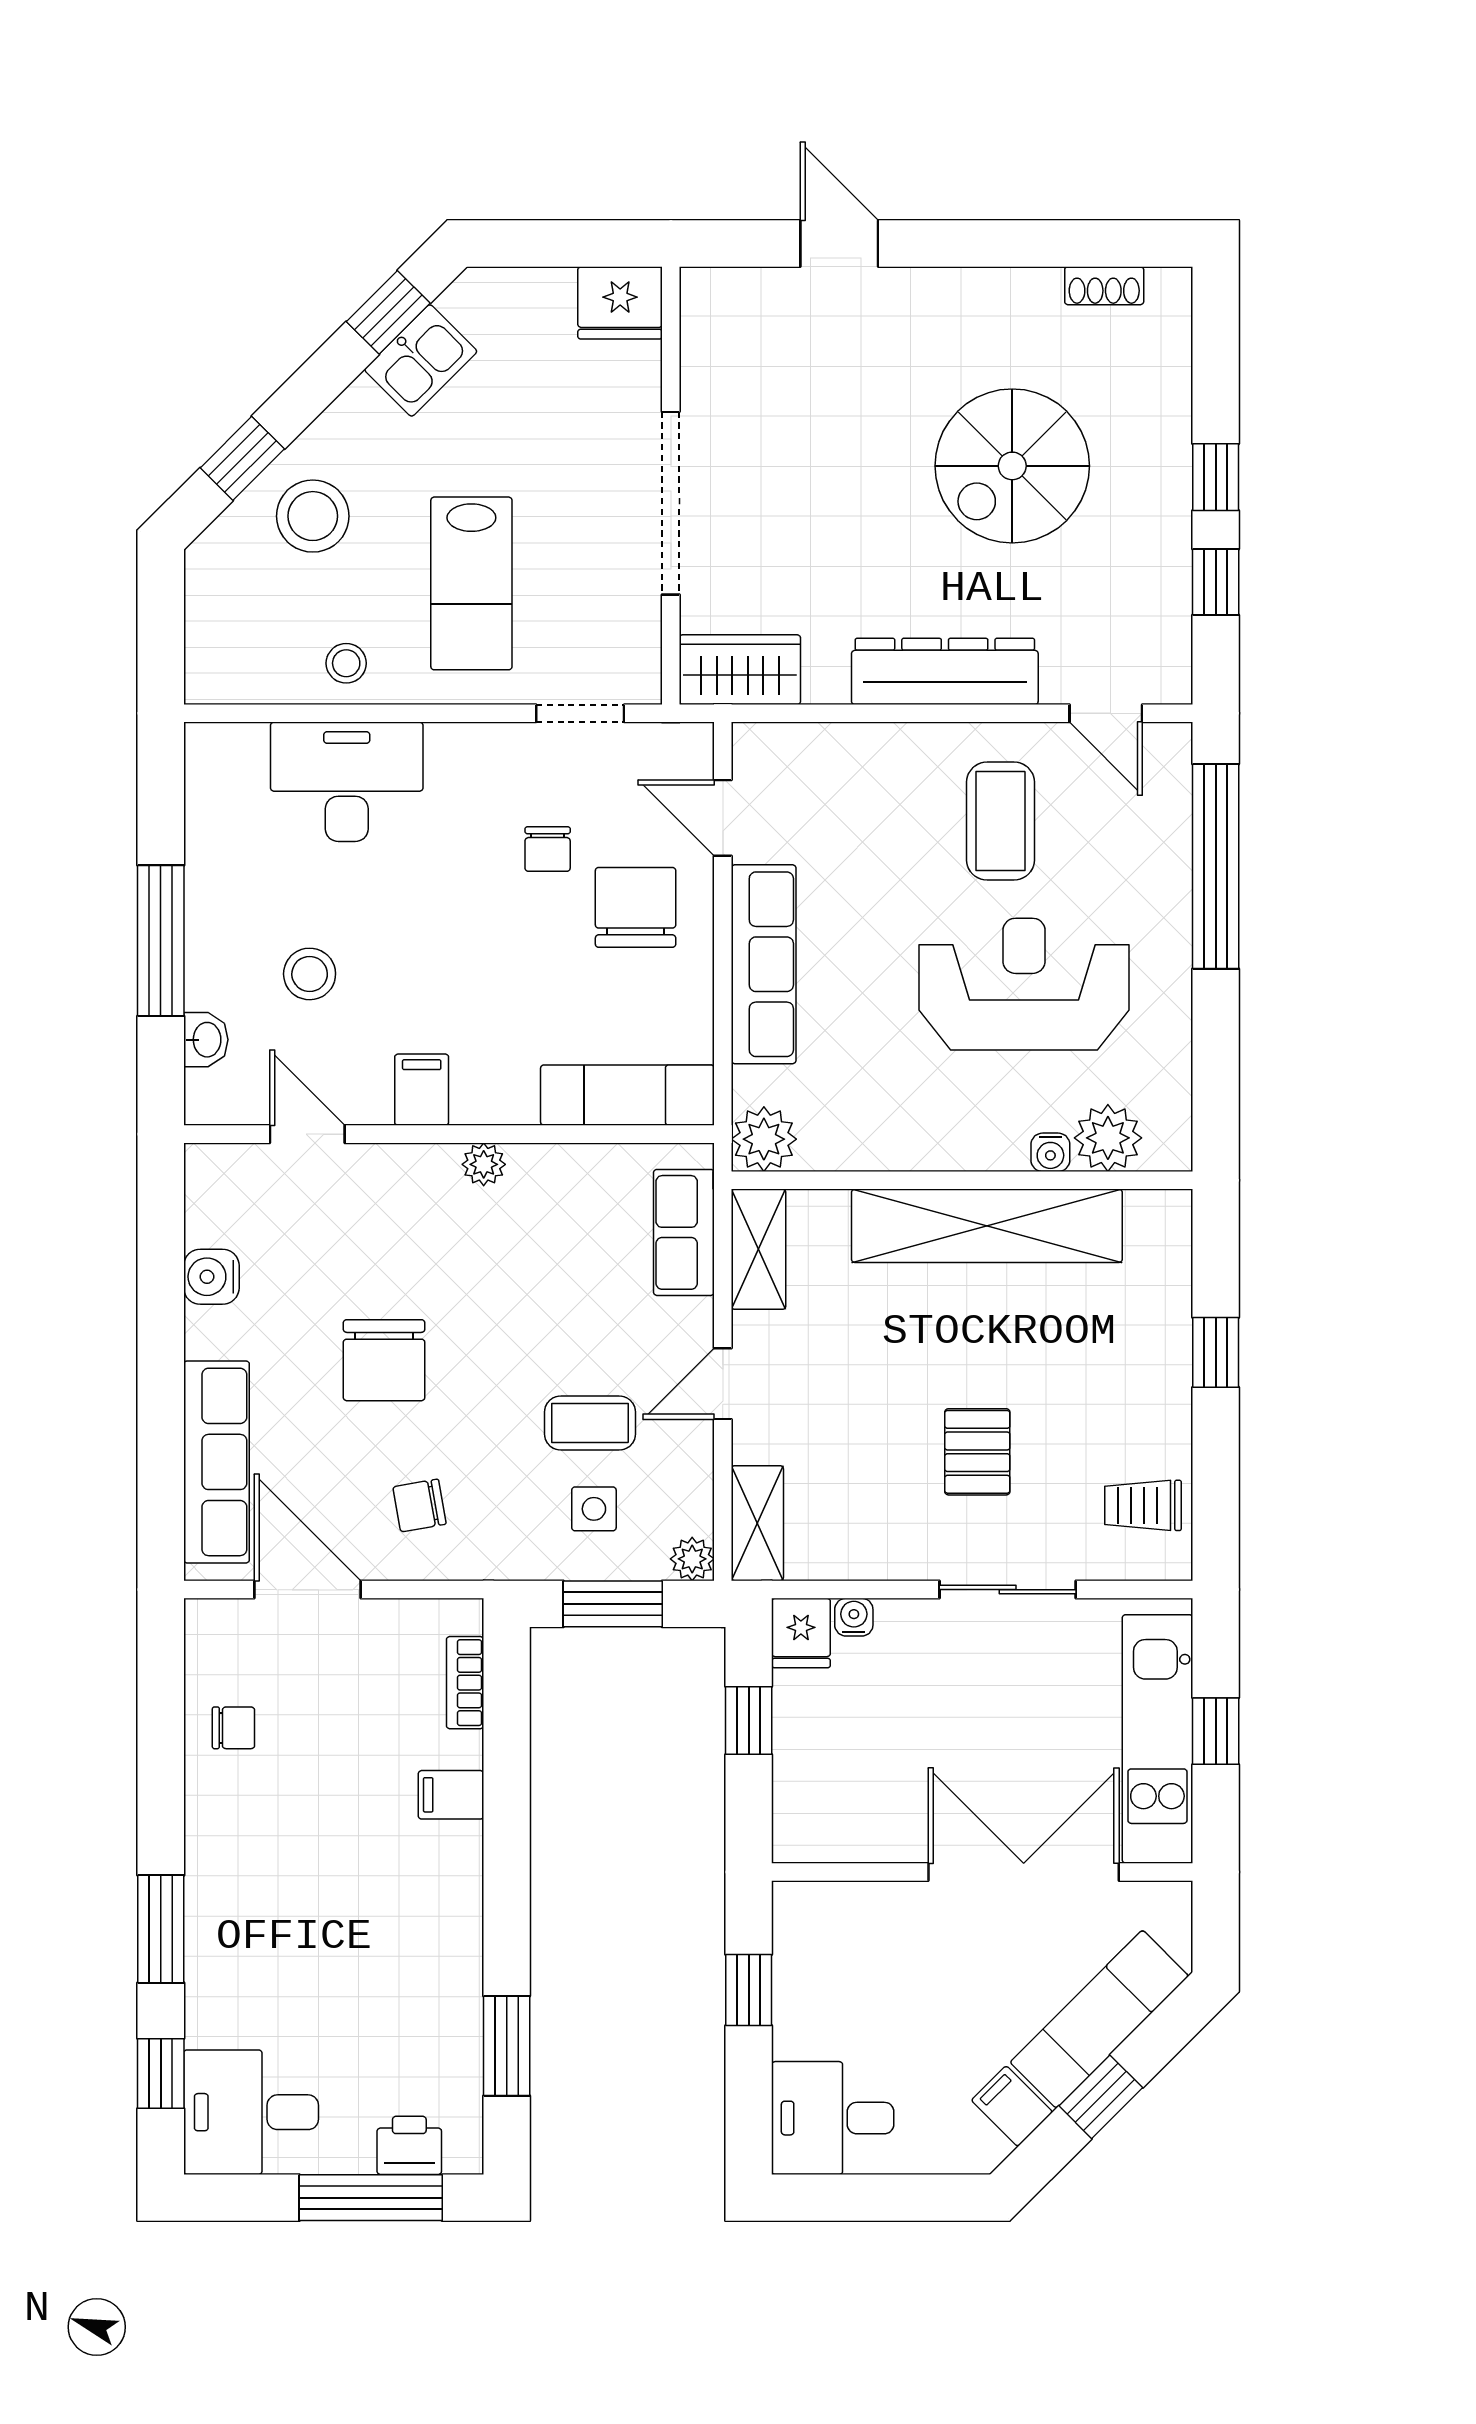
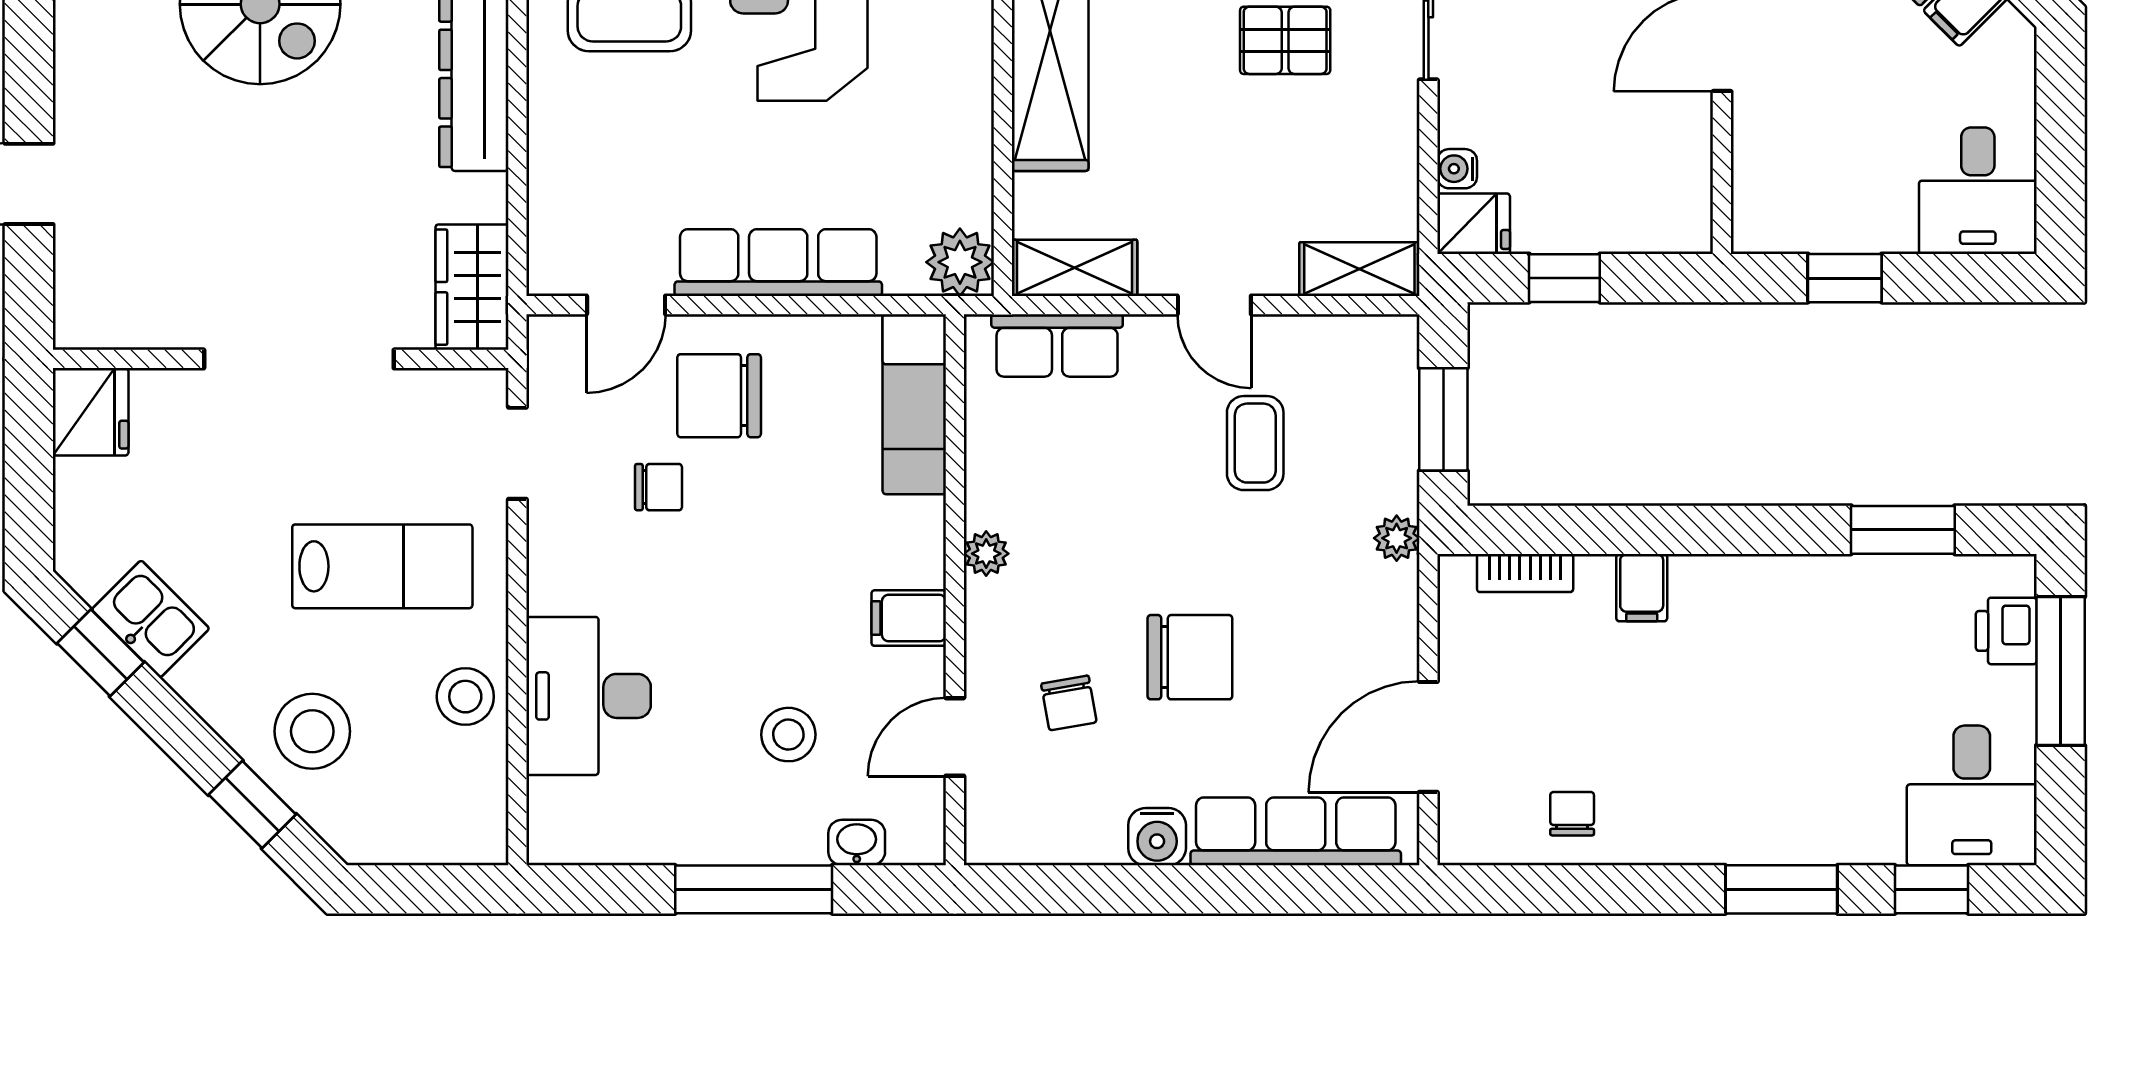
stool: (346, 663) -> (465, 697), width x1.37, depth x1.37
water cooler: (211, 1277) -> (1157, 837), moved
chair: (420, 1505) -> (1069, 703), moved
side table: (594, 1509) -> (1344, 439), removed
plant: (692, 1559) -> (1397, 538), moved

